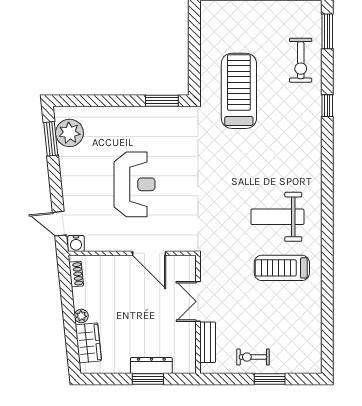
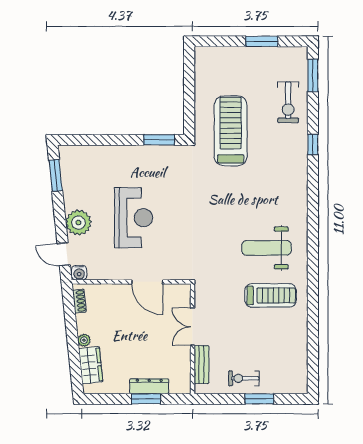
plant: (69, 133) -> (78, 223), moved
treadmill: (282, 268) -> (271, 295), turned 180

